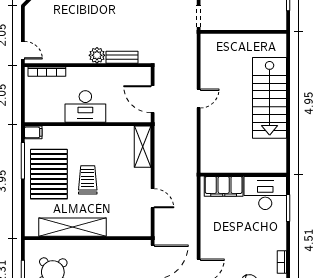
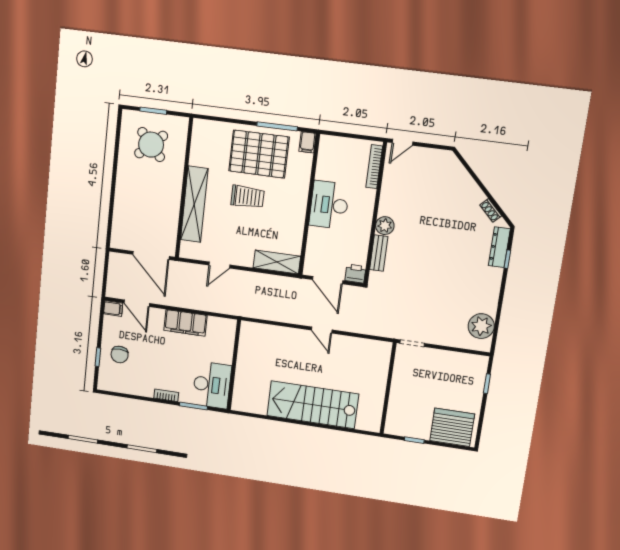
printer: (143, 75) -> (355, 274), added
door: (153, 99) -> (328, 280), swing flipped
filing cabinet: (224, 186) -> (185, 323), moved, turned -90
shelving: (72, 227) -> (194, 204), moved
bookcase: (282, 262) -> (166, 395), moved

